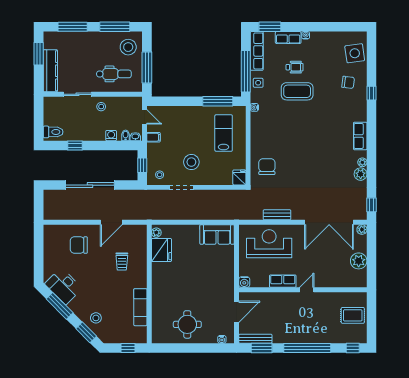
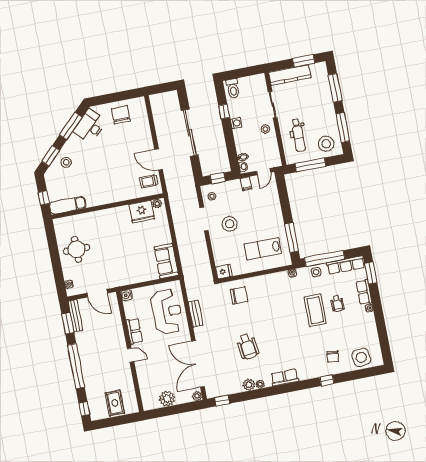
lab bench: (224, 133) -> (263, 249), turned 180
washing machine: (111, 136) -> (236, 123), moved
wheelchair: (321, 168) -> (248, 346), added
chair: (79, 245) -> (121, 115), moved
trolley: (122, 262) -> (149, 181), moved
exam couch: (140, 307) -> (68, 205), moved

